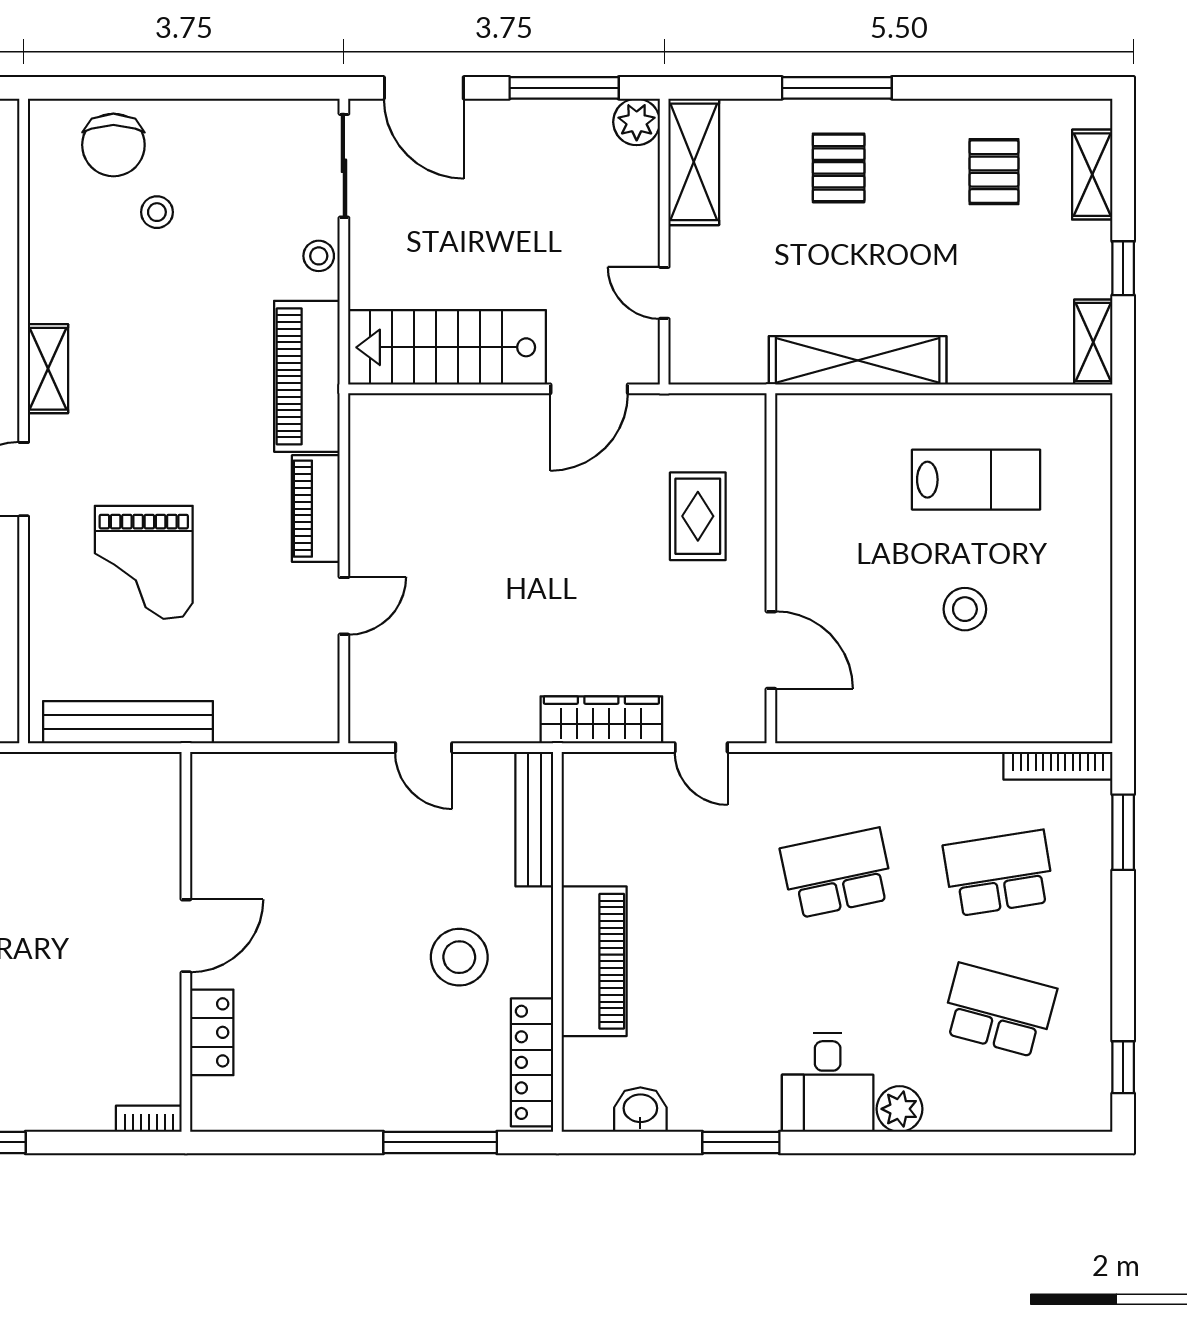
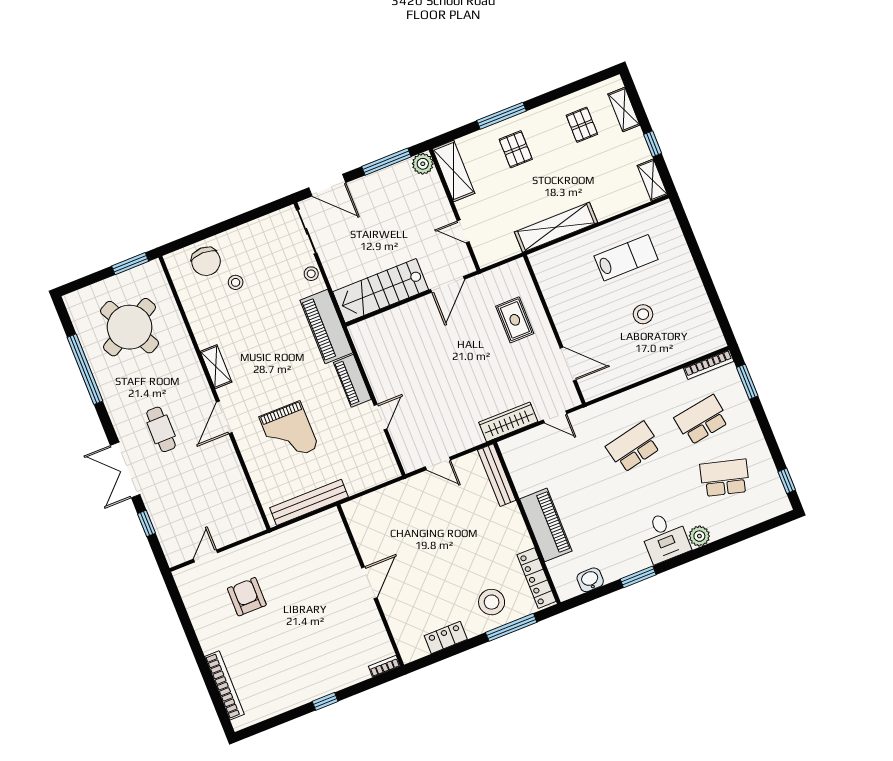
stool: (459, 957) -> (492, 602), moved
locker: (212, 1032) -> (446, 638), moved, turned -90

